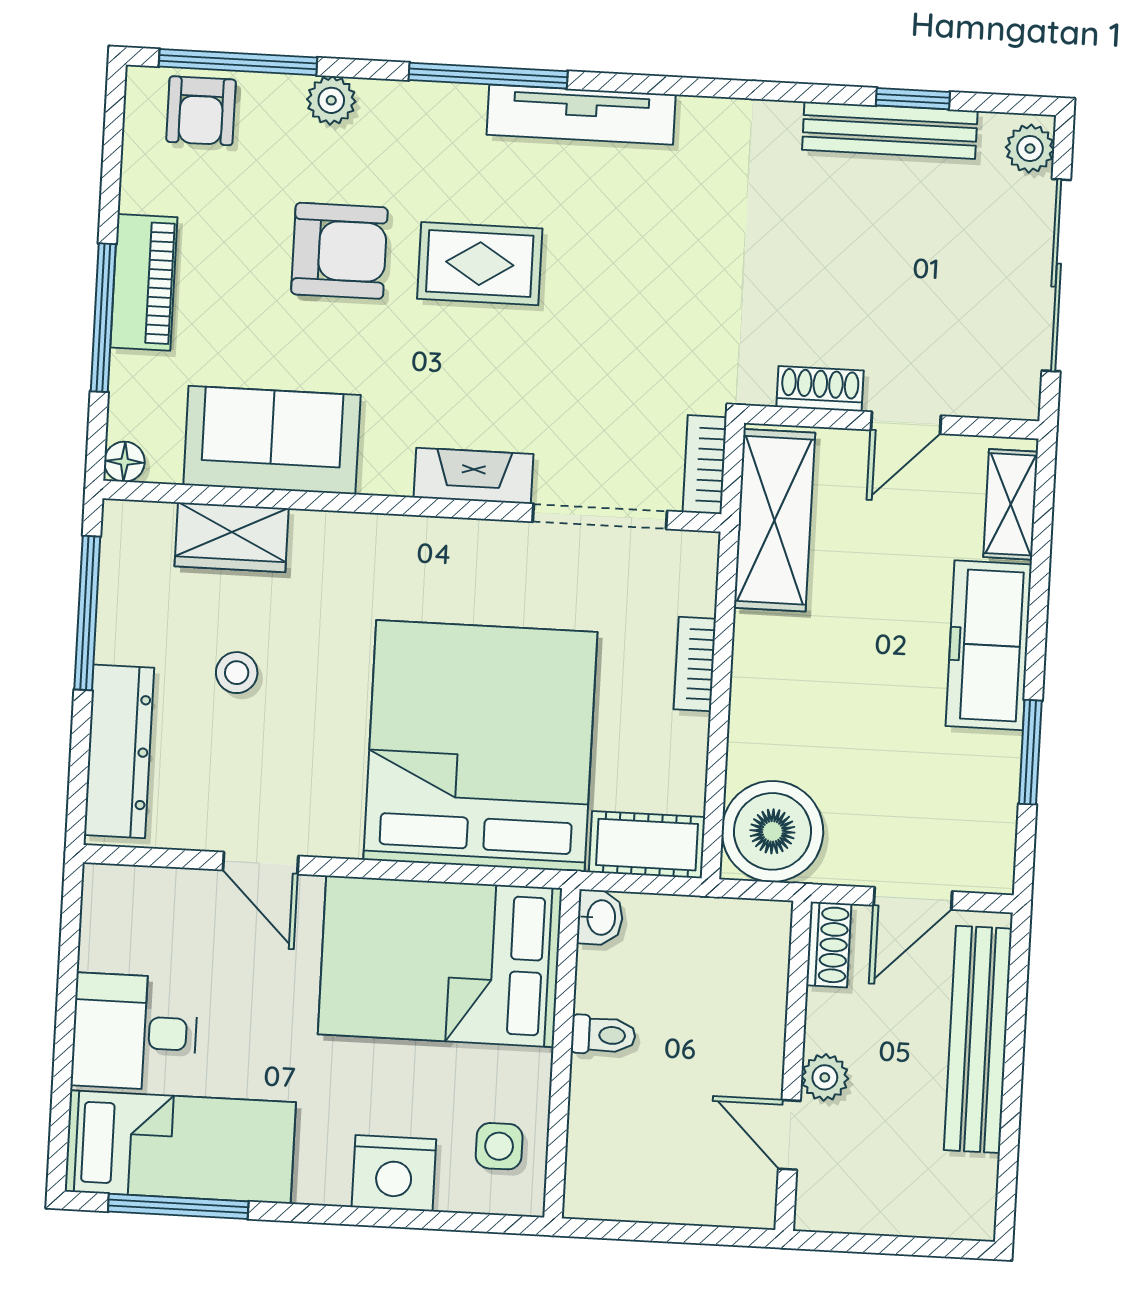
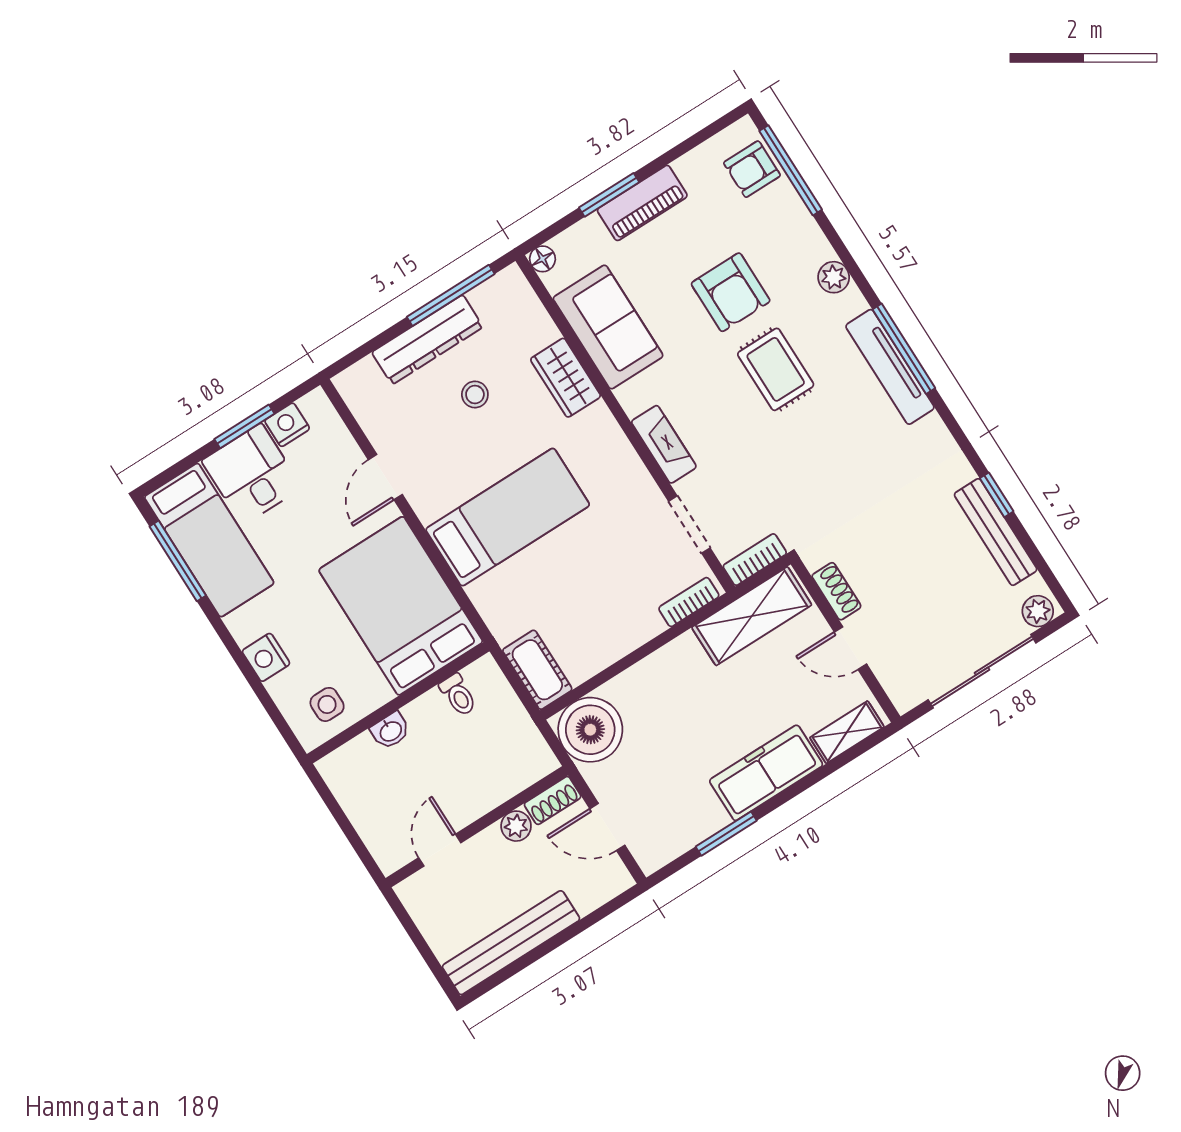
window: (488, 76) -> (904, 349), moved
window: (913, 99) -> (997, 495), moved
plant: (331, 100) -> (834, 277), moved
window: (103, 318) -> (609, 195), width x0.69
doorway: (600, 516) -> (689, 525), width x0.73
wardrobe: (232, 537) -> (566, 378), moved
bookcase: (695, 664) -> (689, 602), moved
bed: (480, 746) -> (508, 517), width x0.49
dresser: (119, 751) -> (427, 340), moved
washbasin: (600, 917) -> (390, 731), moved
nightstand: (104, 941) -> (287, 425), added
window: (66, 998) -> (244, 426), added
toilet: (603, 1035) -> (458, 695), moved
bench: (978, 1039) -> (511, 943), moved
plant: (825, 1077) -> (516, 826), moved
nightstand: (394, 1173) -> (266, 657), width x0.74, depth x0.75

